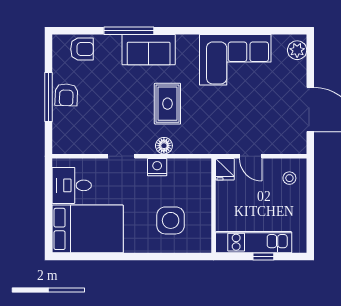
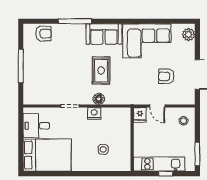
sofa: (149, 50) -> (104, 34), moved
armchair: (66, 95) -> (166, 76), moved, turned 88
side table: (171, 220) -> (103, 149), width x0.54, depth x0.54
window: (310, 227) -> (197, 154), added

